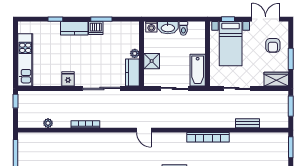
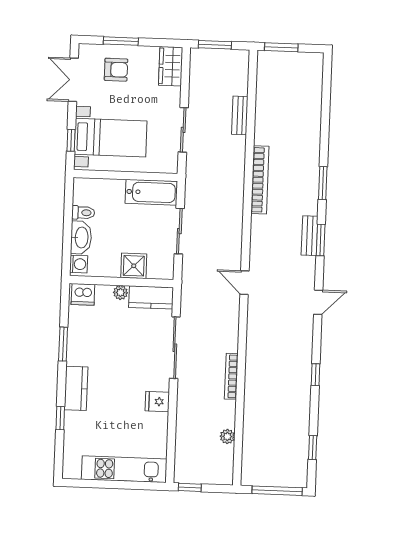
dishwasher: (96, 28) -> (83, 294), moved, turned 90
window: (291, 59) -> (121, 41), moved
door: (144, 130) -> (244, 283), swing flipped

